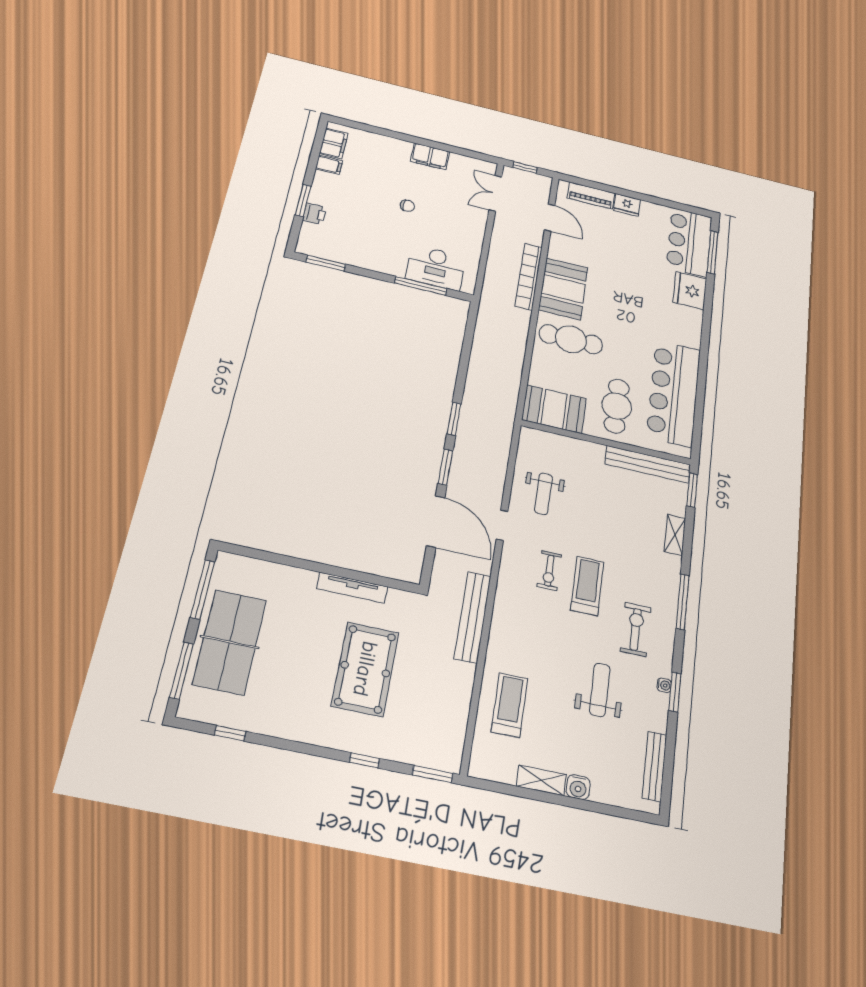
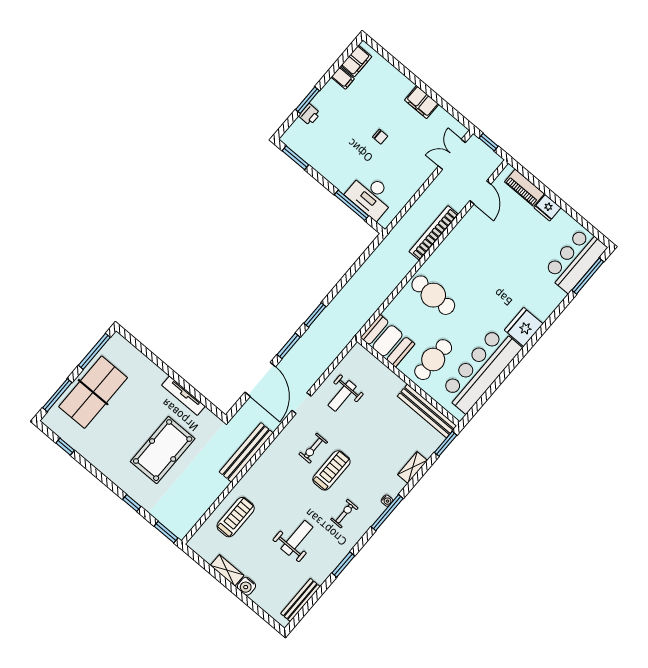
booth: (563, 289) -> (453, 254), removed
fridge: (690, 291) -> (524, 327), moved
exercise bike: (636, 629) -> (344, 514), width x0.73, depth x0.72
water cooler: (664, 685) -> (387, 501), moved

